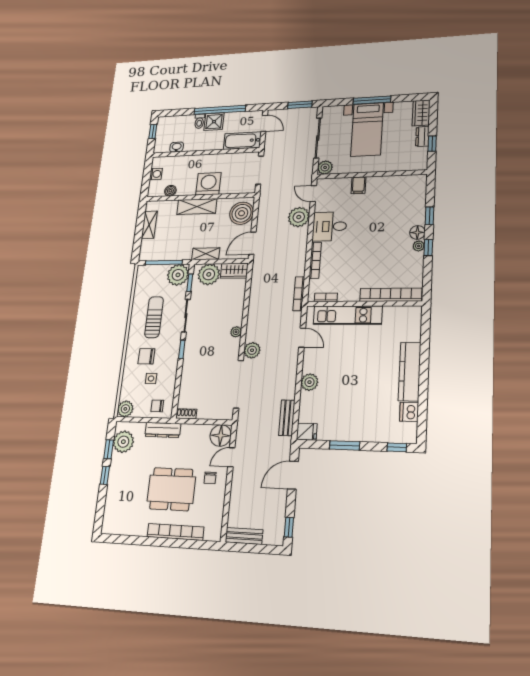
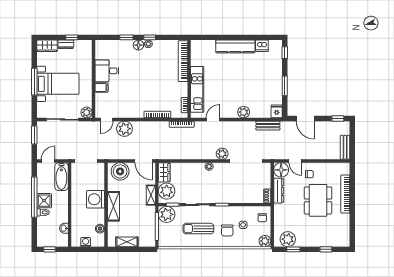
desk: (330, 226) -> (107, 71), moved, turned 90
dresser: (163, 430) -> (279, 191), moved
window: (105, 475) -> (326, 249), moved

